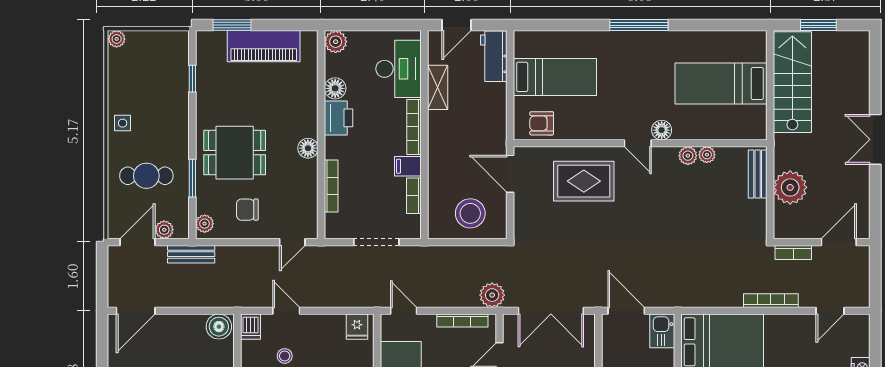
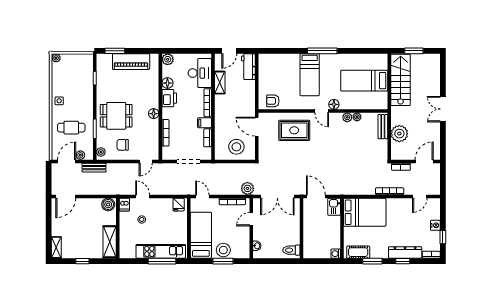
bed: (555, 77) -> (310, 75), moved, turned 90

